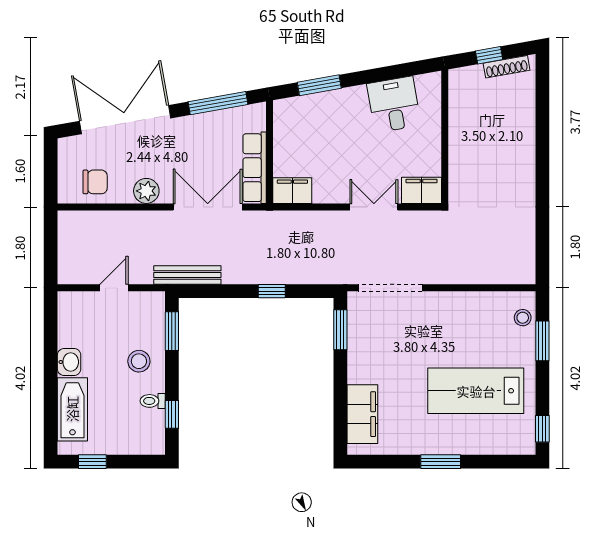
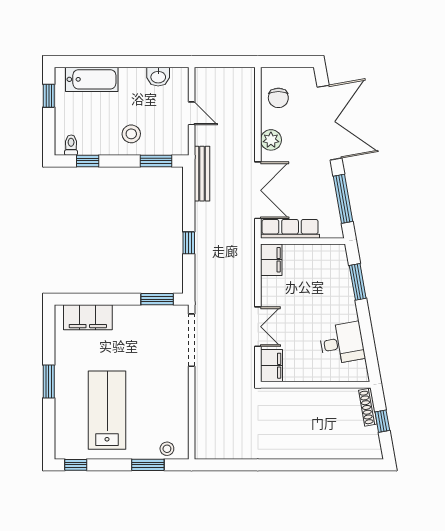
shoe rack: (507, 67) -> (368, 407), moved
washbasin: (69, 362) -> (158, 77), moved
toilet: (153, 401) -> (71, 145), moved

